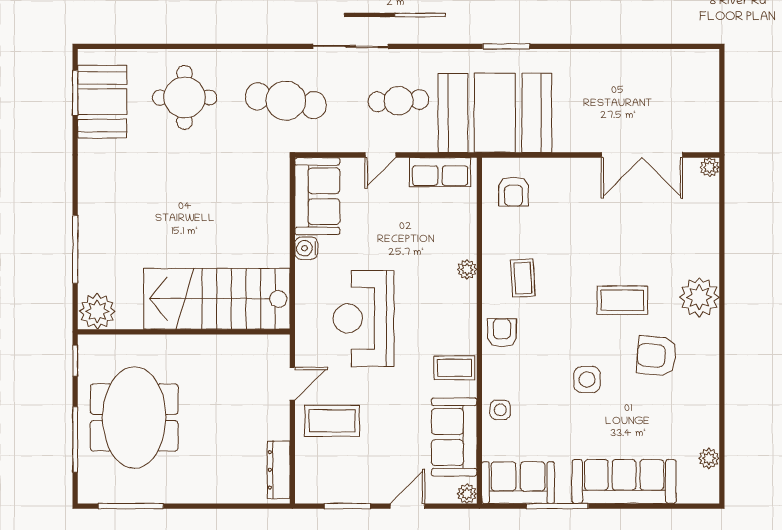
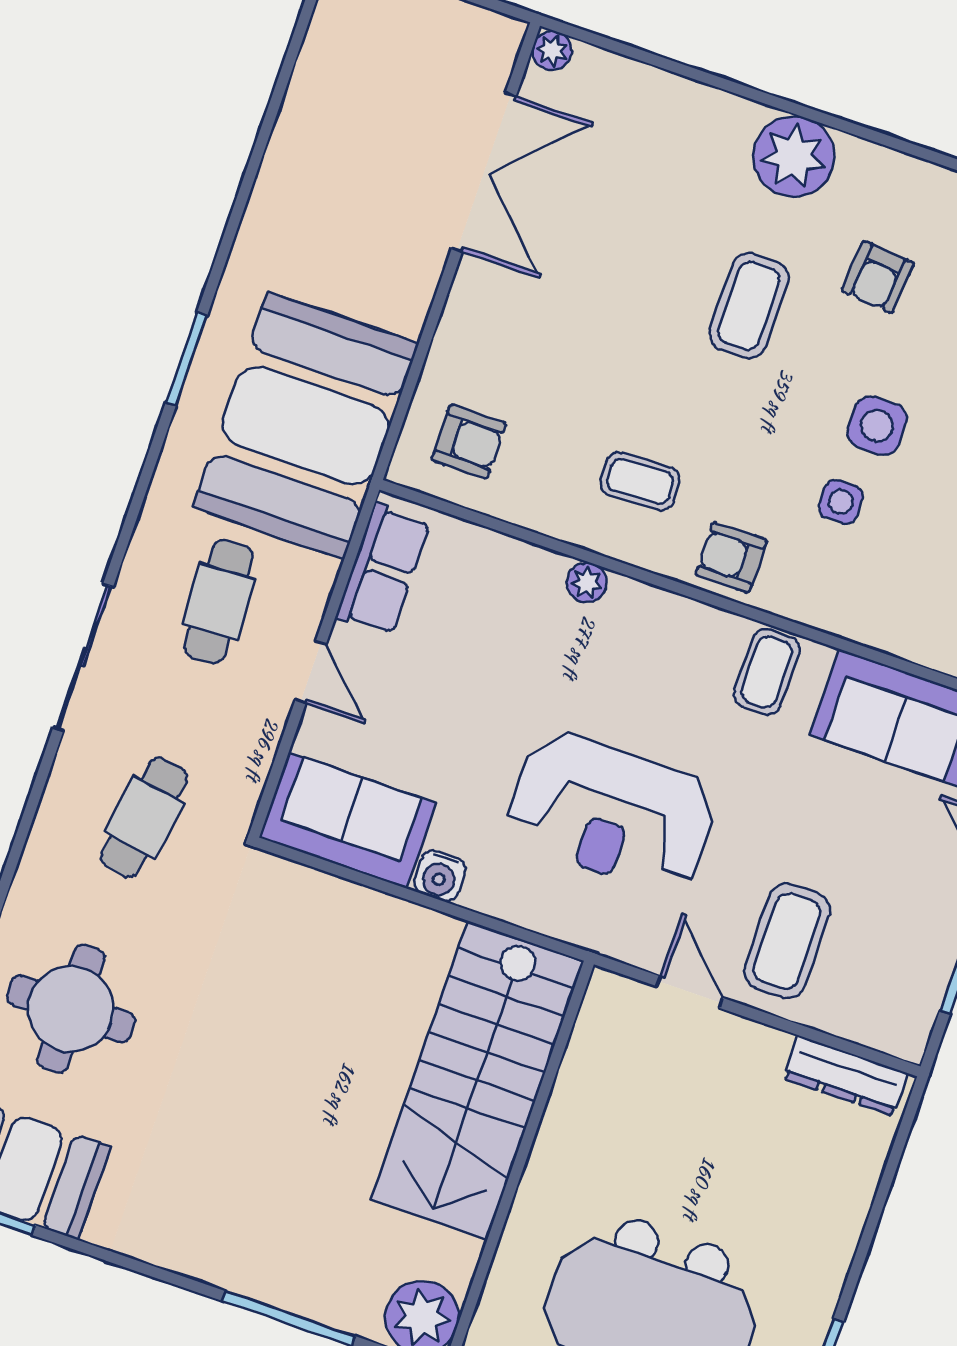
cafe table: (286, 101) -> (144, 817), width x0.73, depth x0.74
armchair: (657, 356) -> (878, 277), width x0.72, depth x0.72
side table: (500, 410) -> (841, 502), moved

